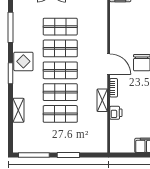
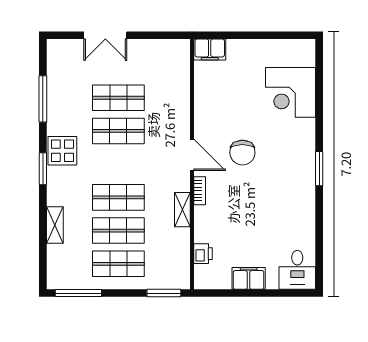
shop shelf: (60, 70) -> (118, 264), moved
printer: (116, 113) -> (203, 254), moved
window: (68, 155) -> (164, 293), moved

